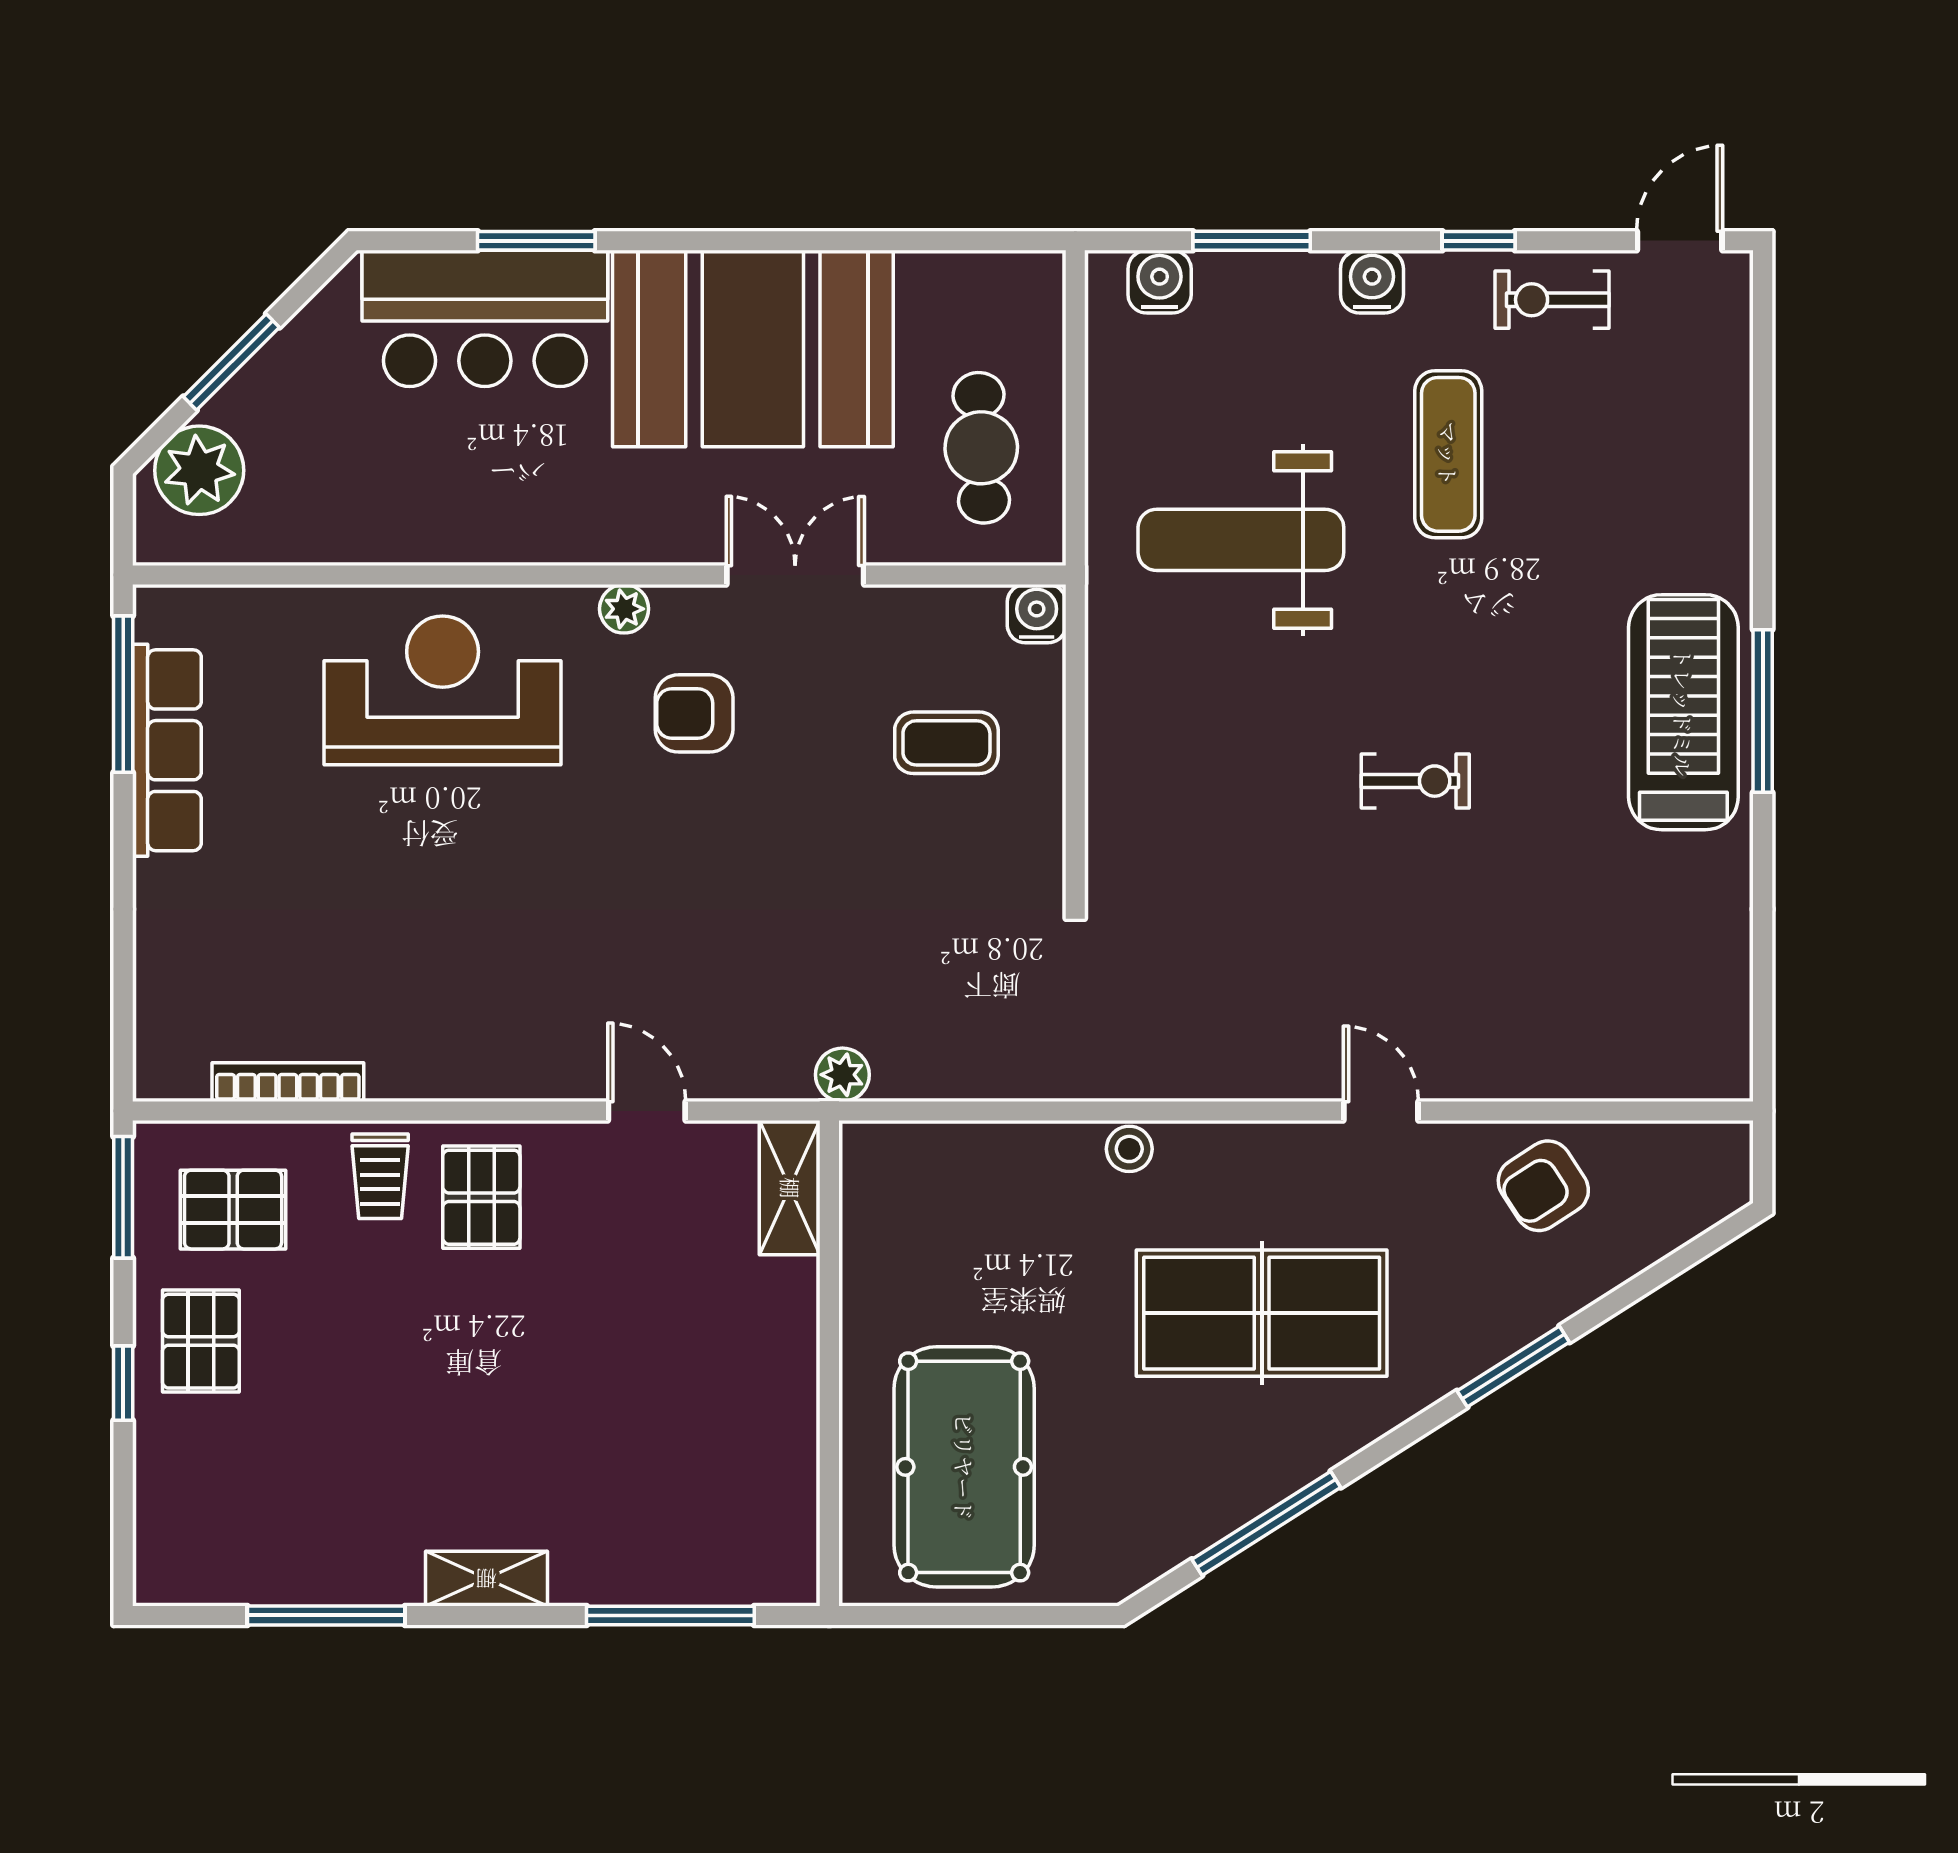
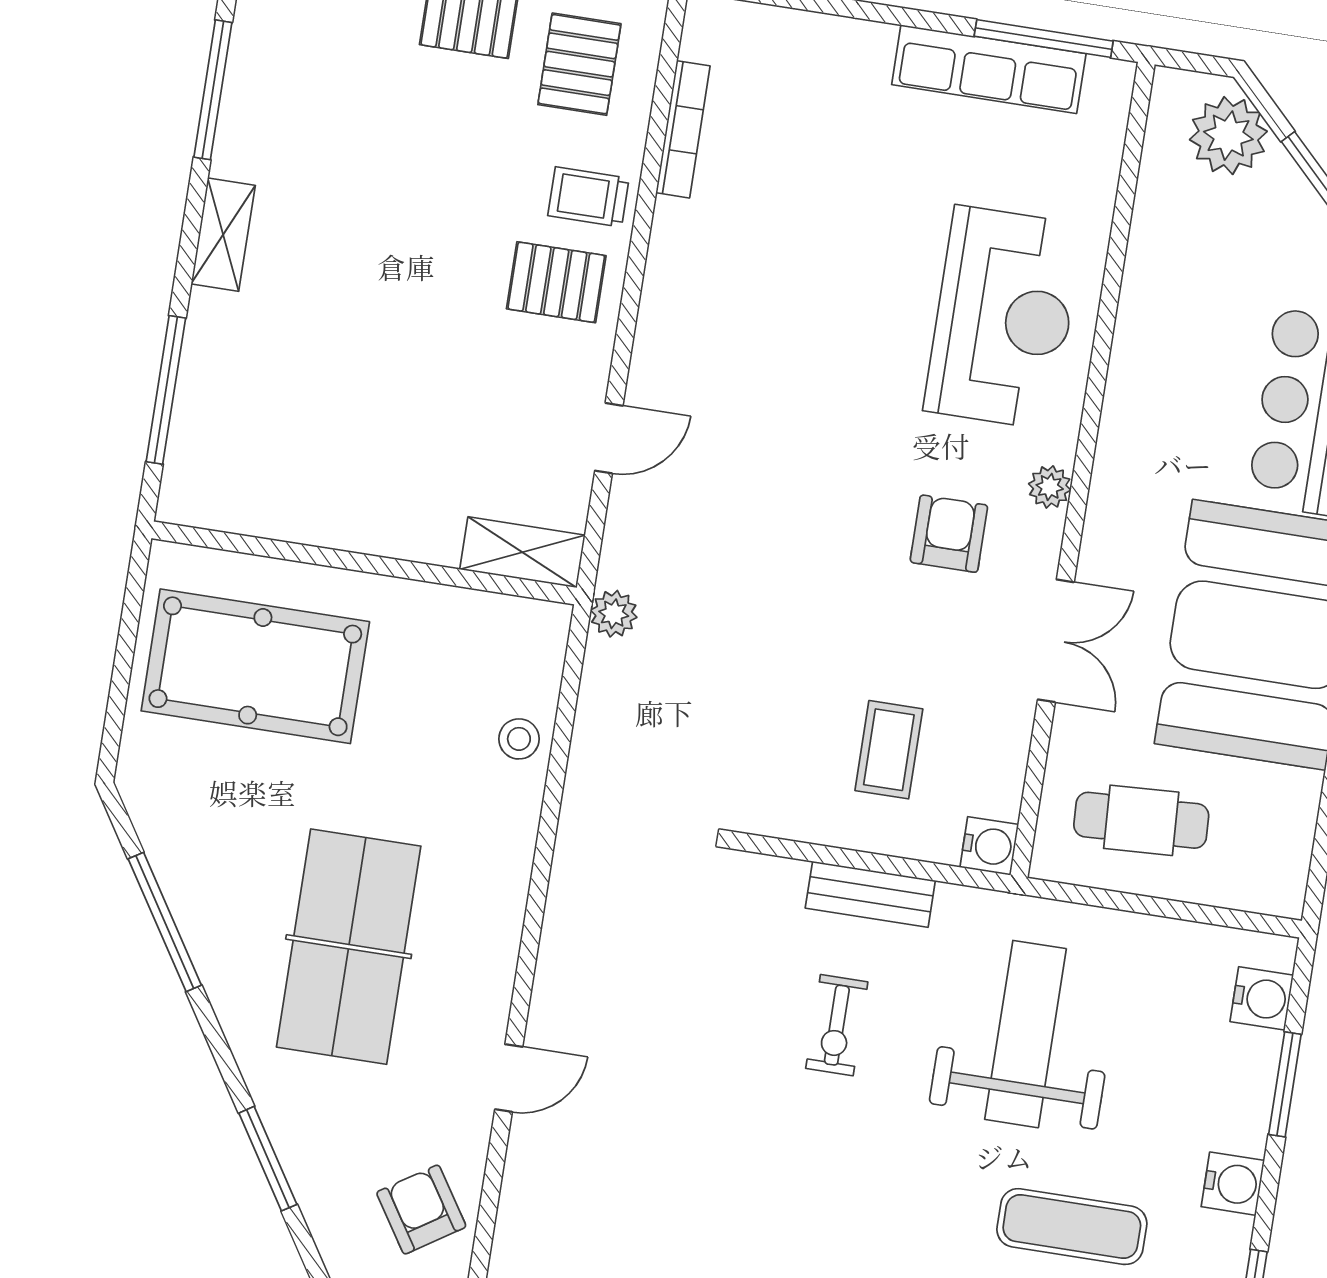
bench: (1112, 738) -> (870, 894), added
exercise bike: (1415, 781) -> (837, 1025), moved
stool: (1129, 1149) -> (519, 739), moved

